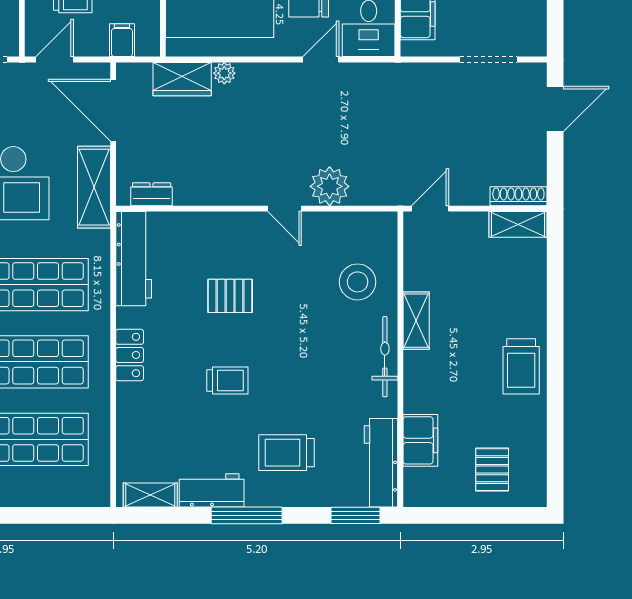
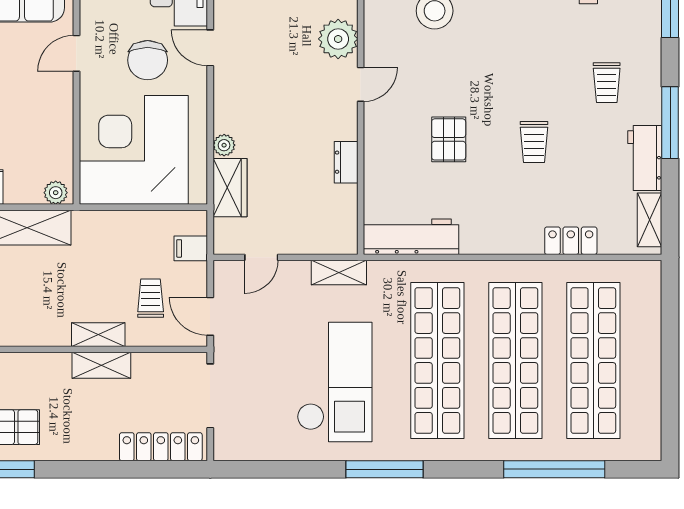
door: (113, 110) -> (261, 257), width x0.53
shelving: (94, 187) -> (339, 273), width x0.67, depth x0.75
dresser: (152, 194) -> (346, 162), moved
locker: (130, 355) -> (571, 241), moved
trolley: (227, 381) -> (534, 142), turned 180
trolley: (286, 453) -> (607, 83), width x0.73, depth x0.72

